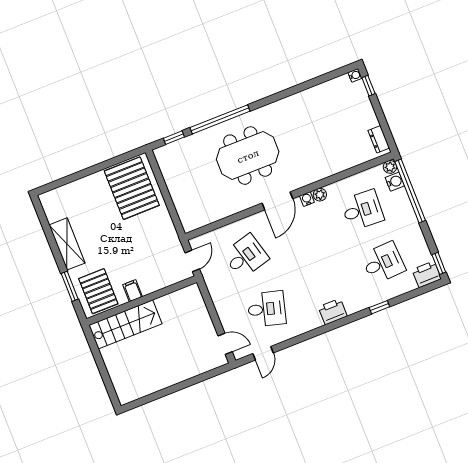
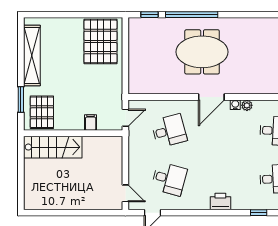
shelving: (67, 244) -> (32, 55), width x1.47
filing cabinet: (133, 291) -> (91, 123), moved

